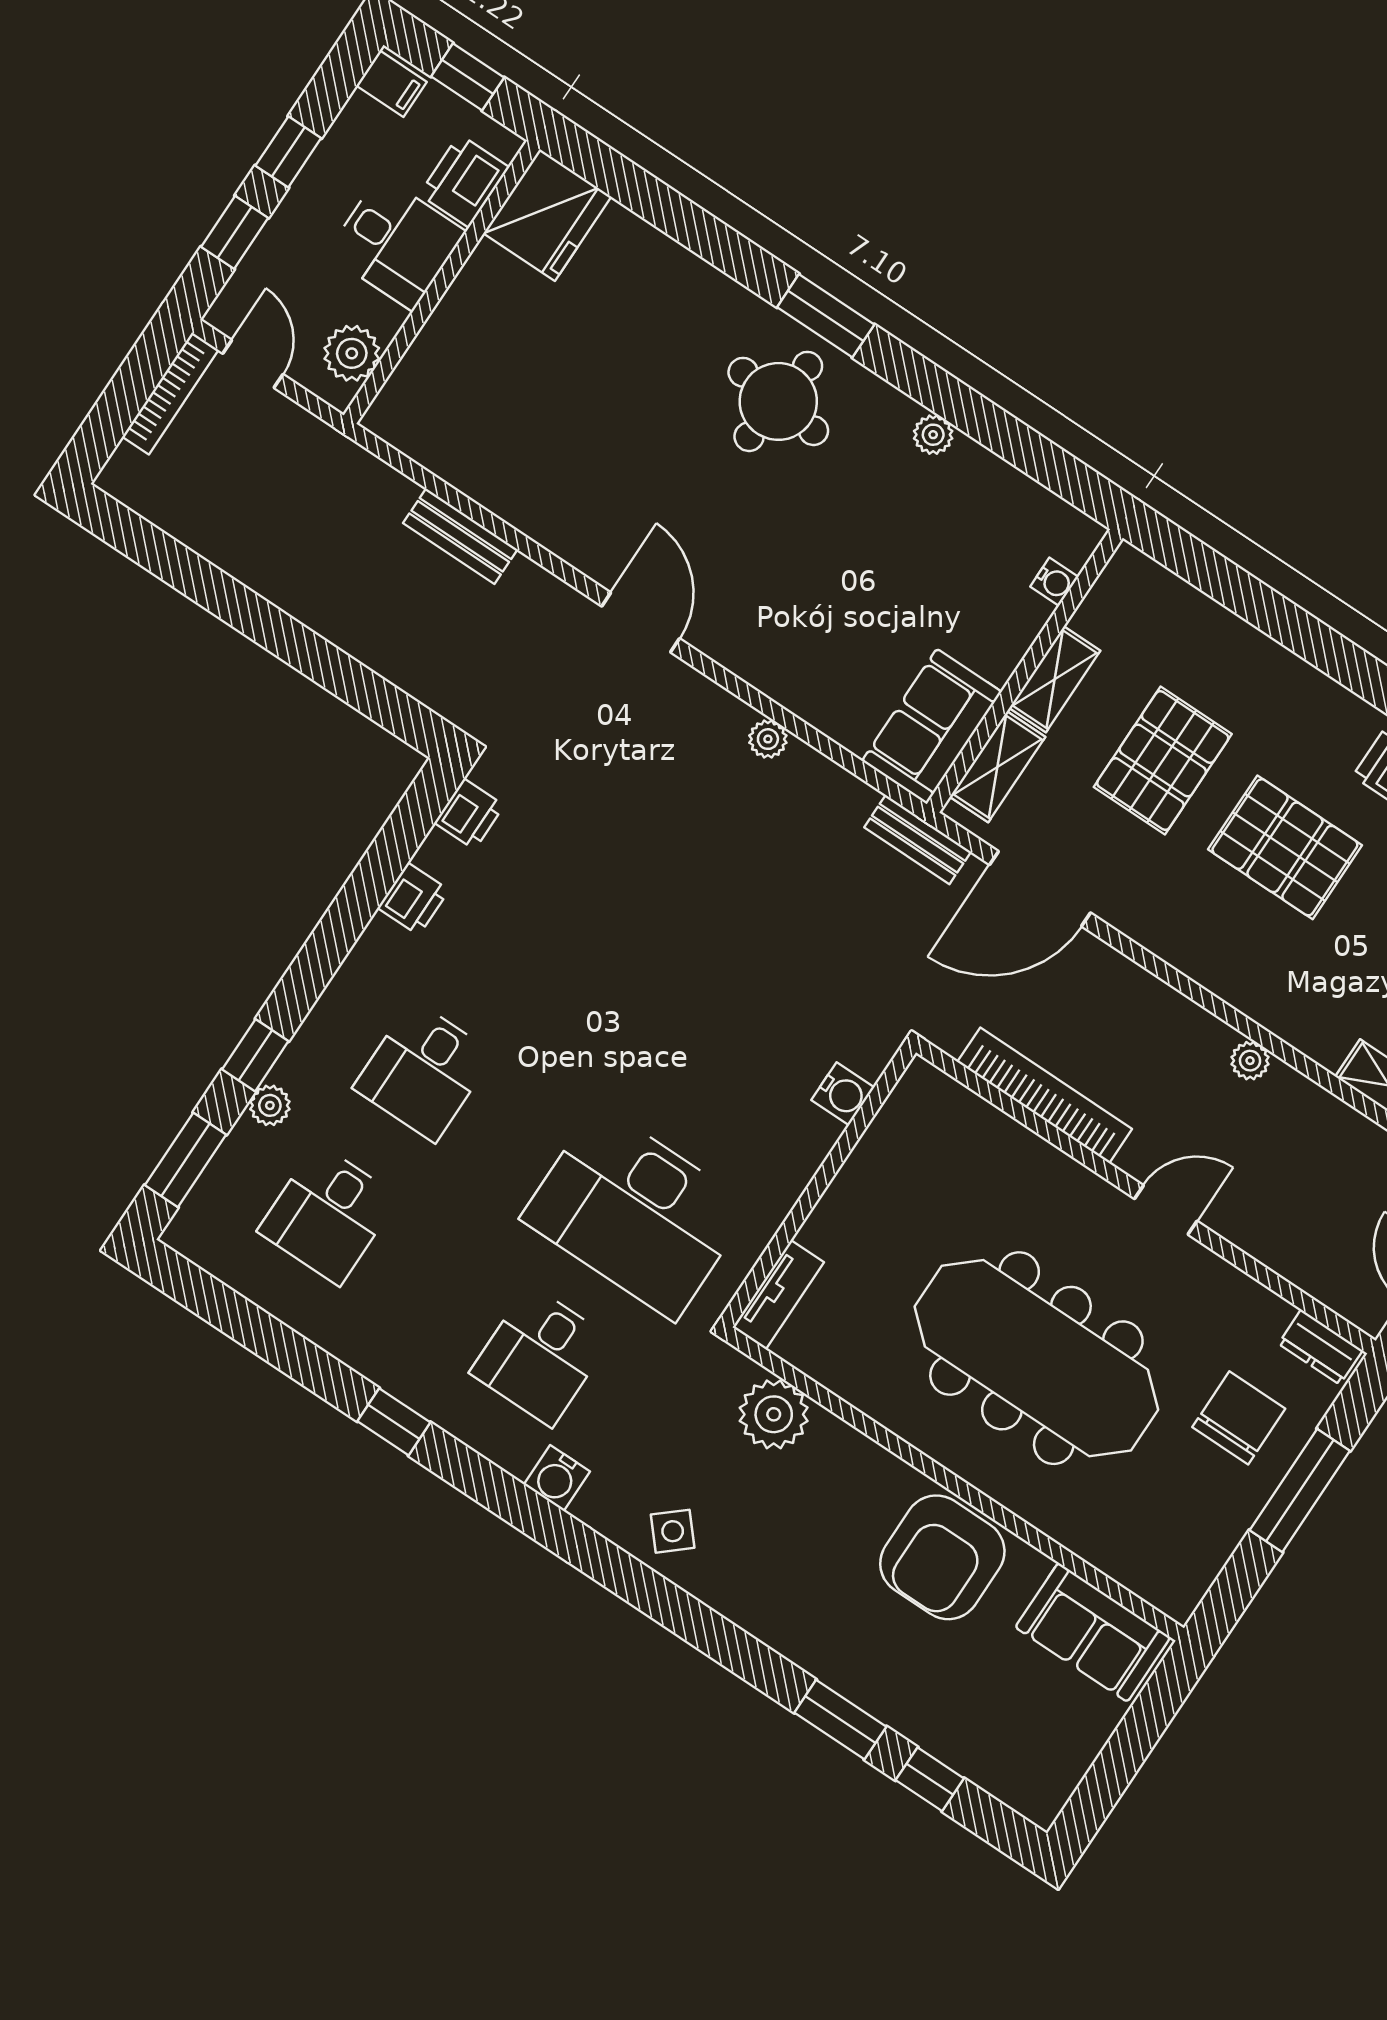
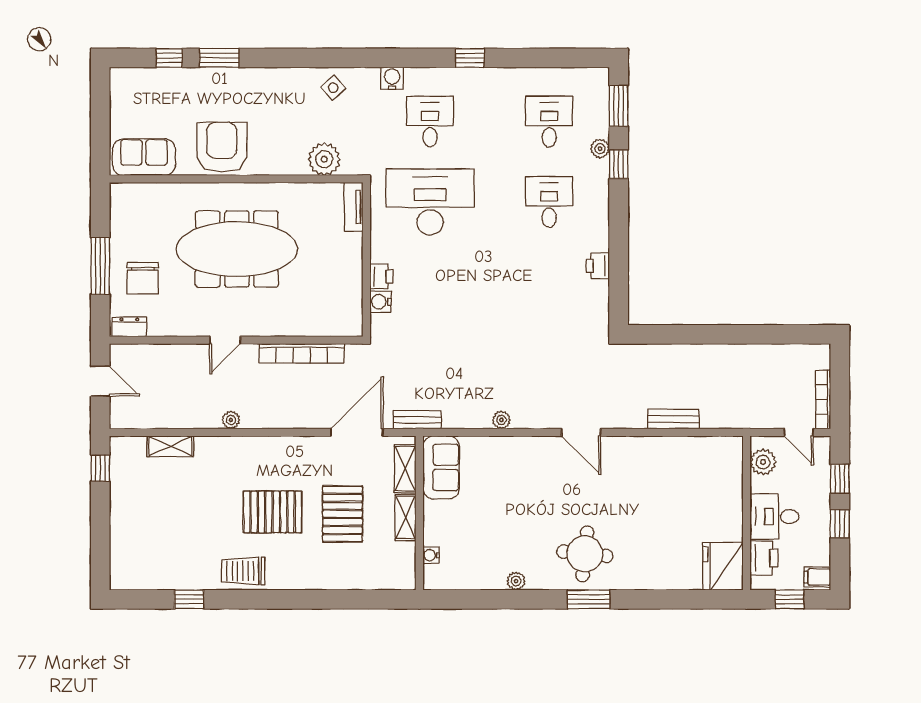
printer: (469, 814) -> (381, 277), moved, turned 180

